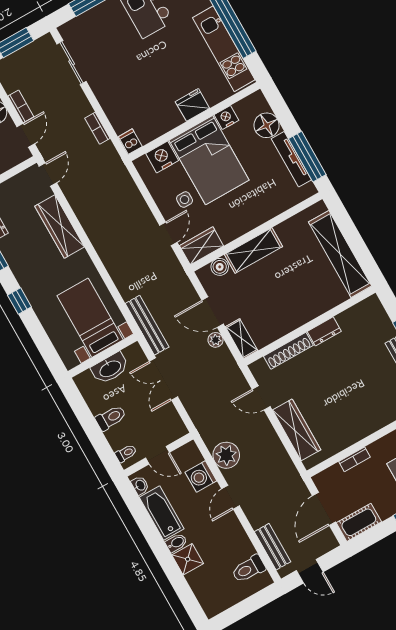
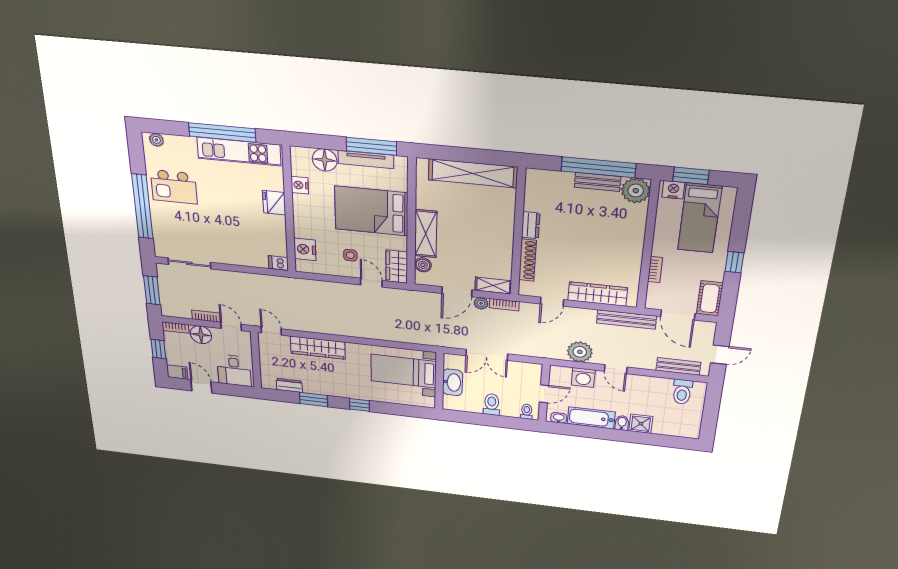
bookcase: (97, 128) -> (504, 305), moved
bed: (209, 160) -> (371, 211), moved, turned 180
bench: (147, 325) -> (626, 320), moved

